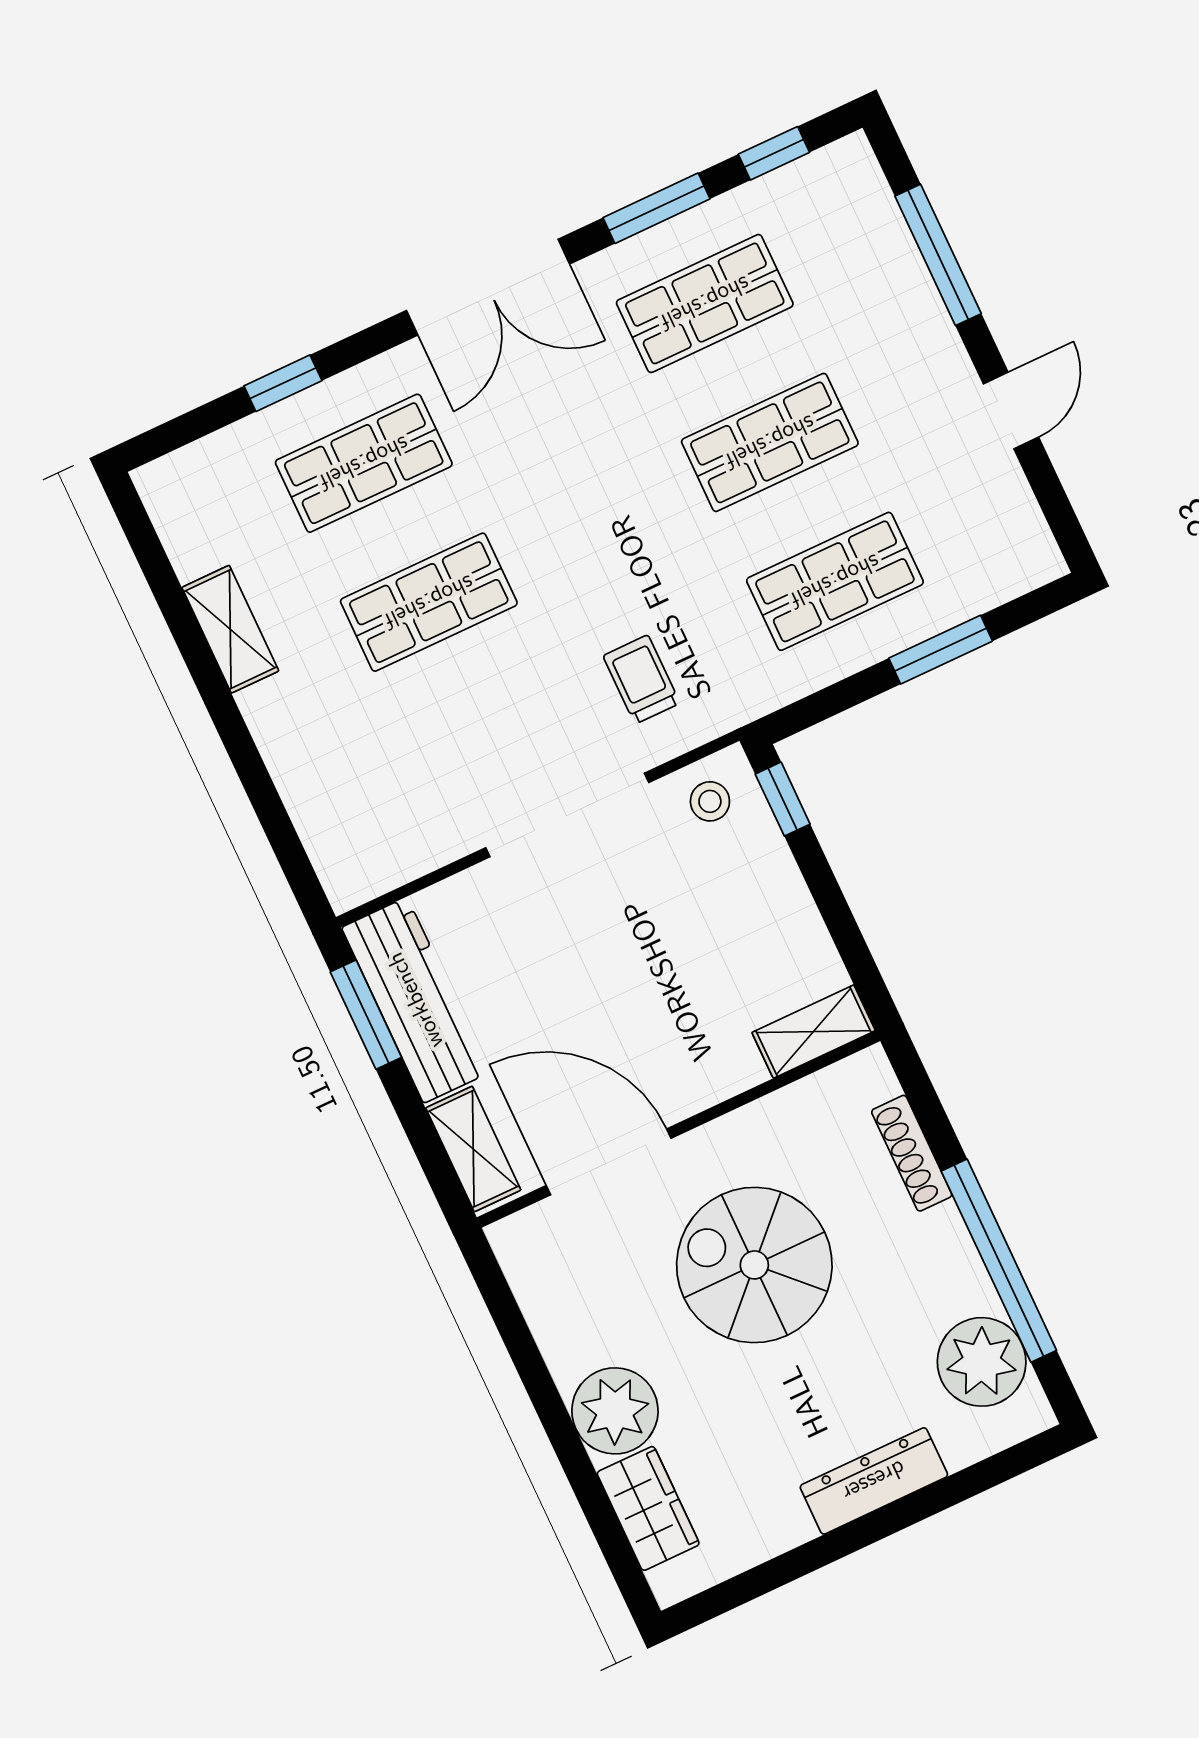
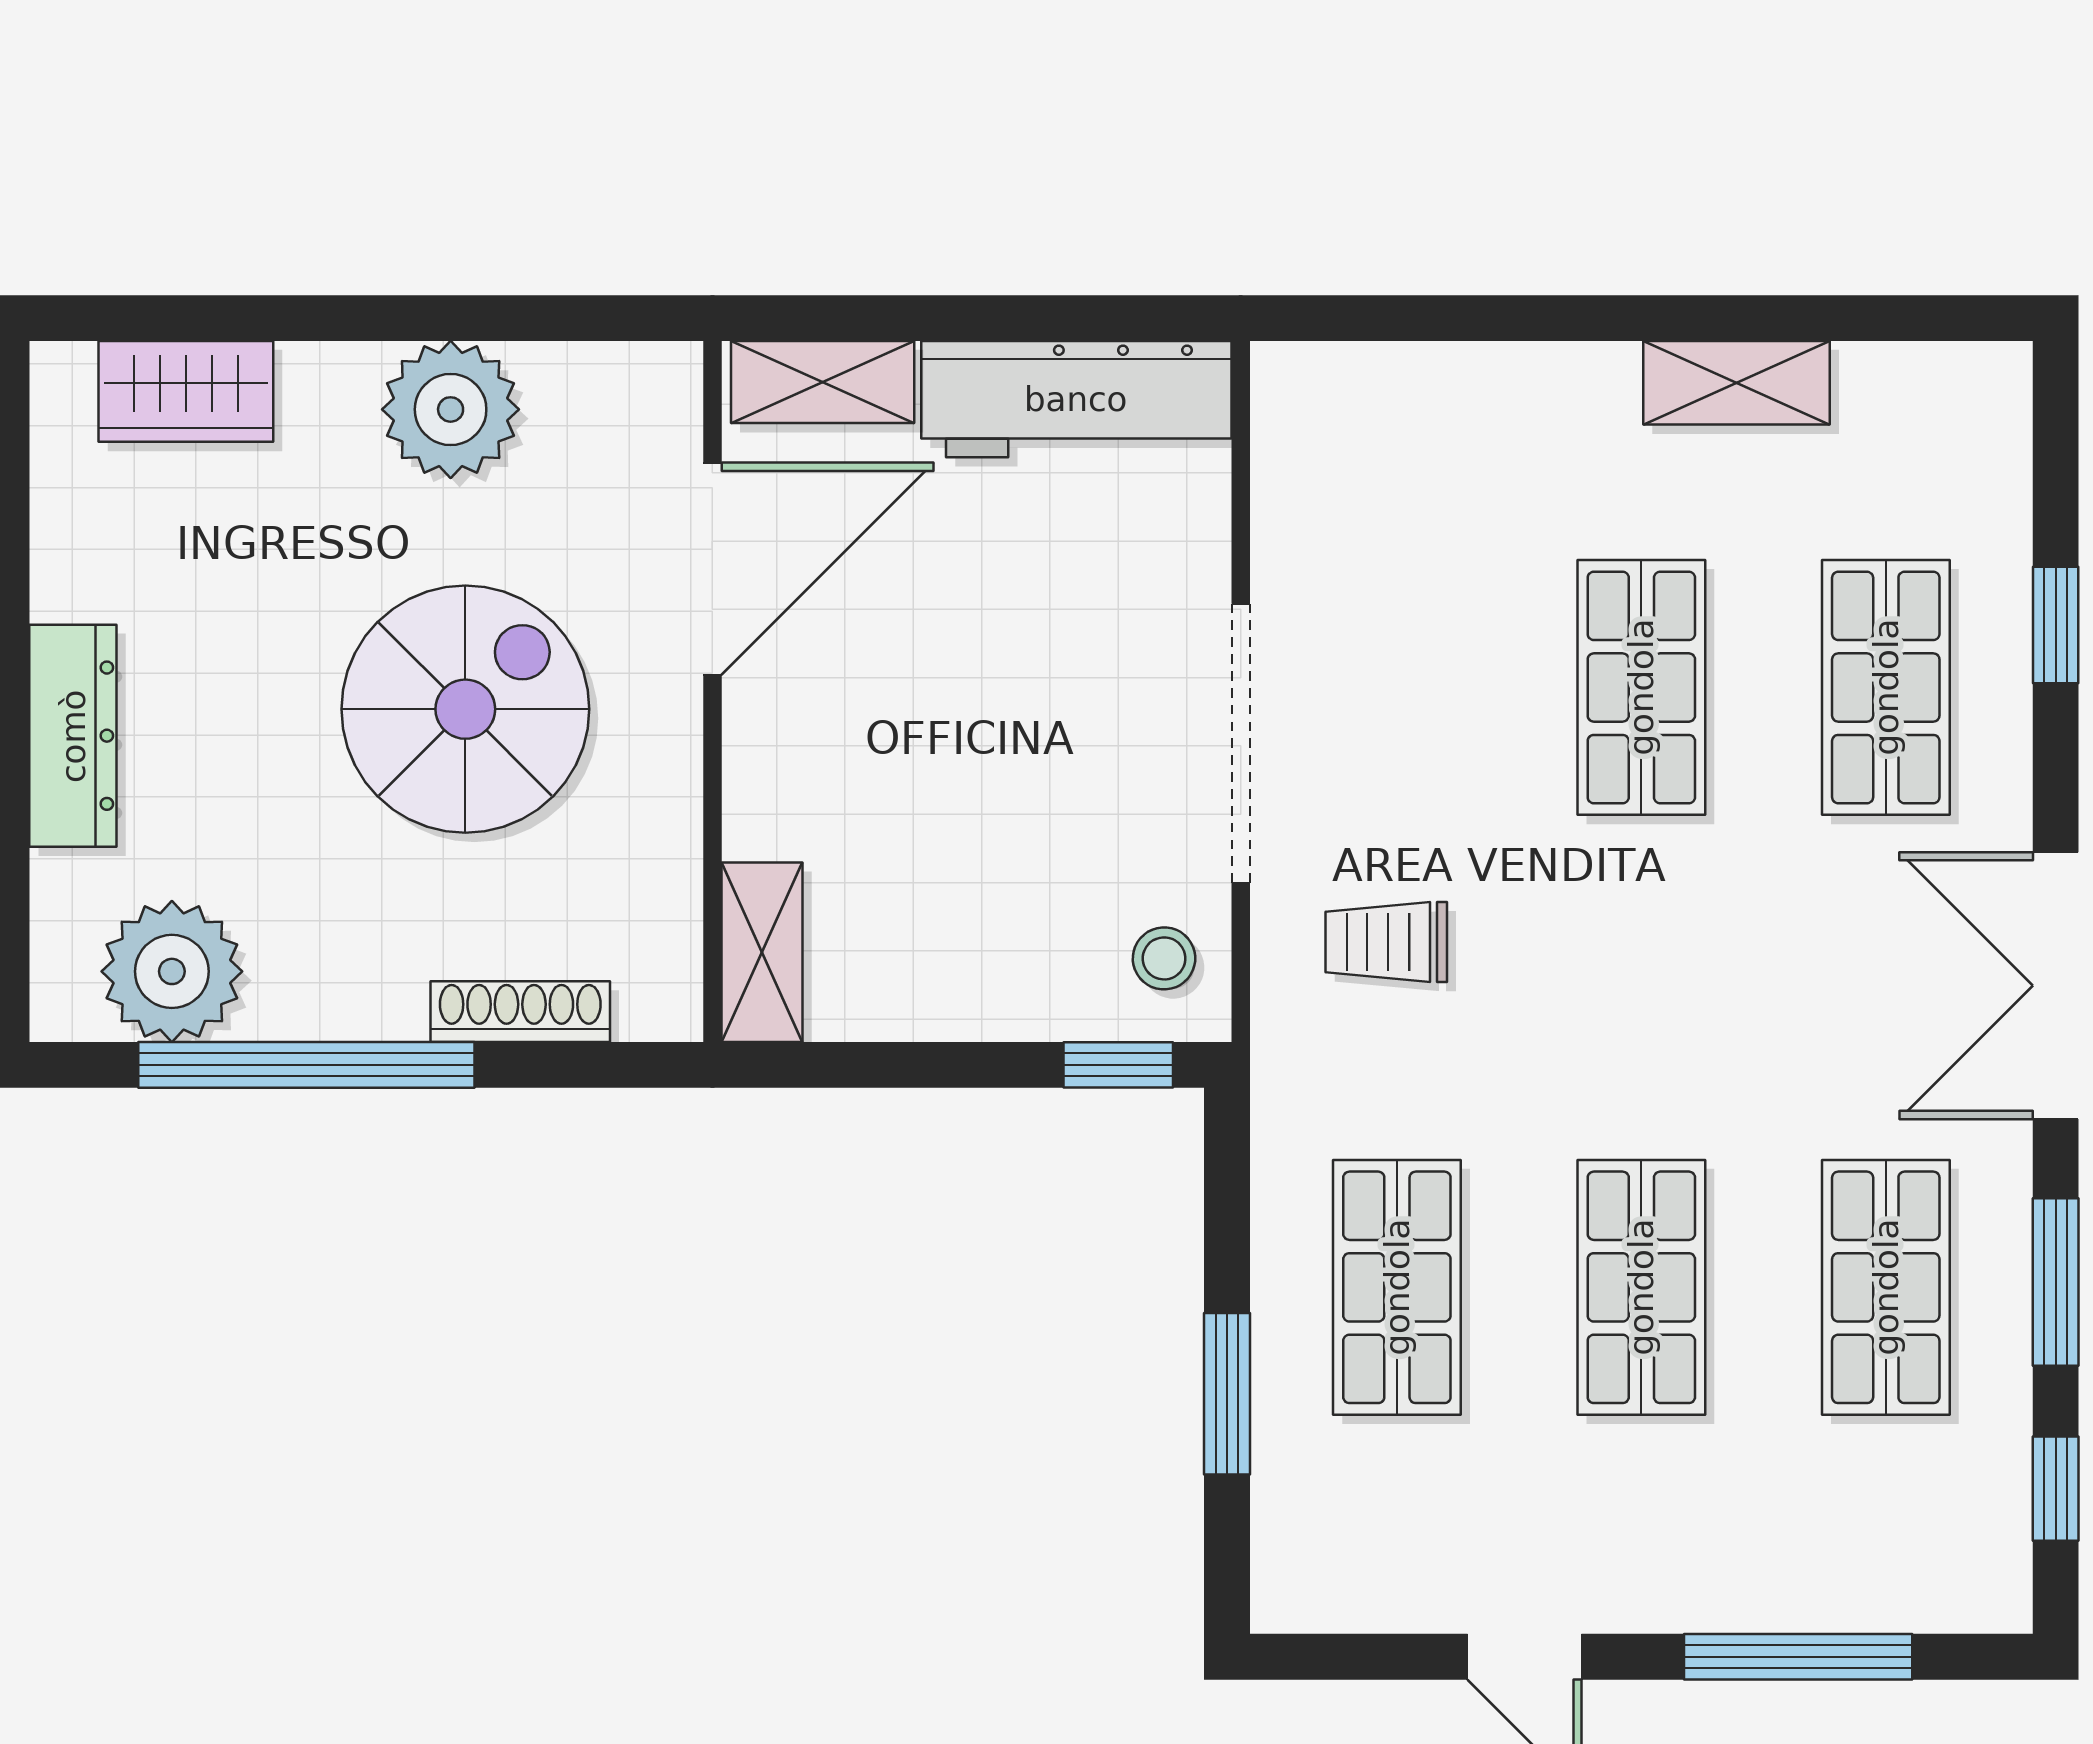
trolley: (641, 679) -> (1386, 942), turned 180
window: (366, 1015) -> (1089, 318), removed
plant: (615, 1411) -> (451, 409), moved

